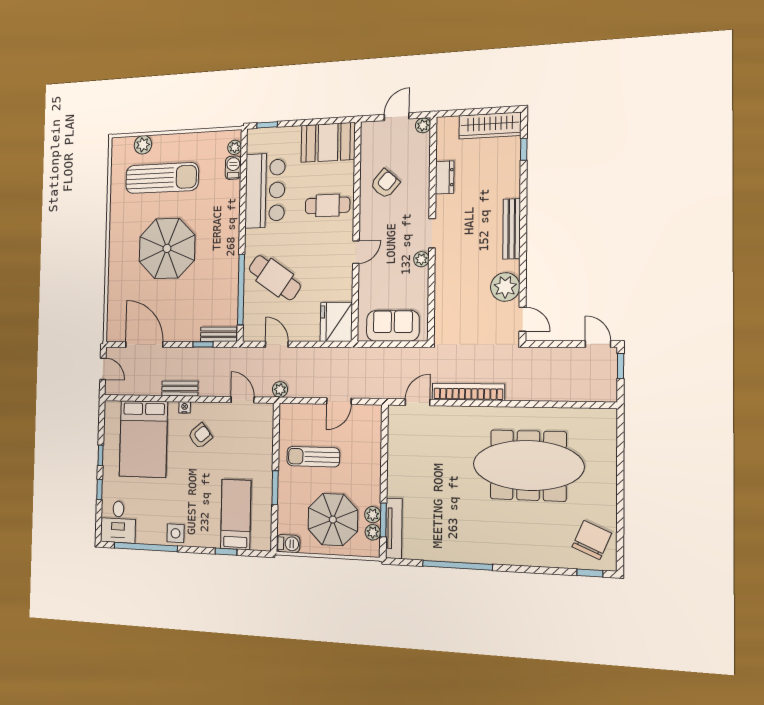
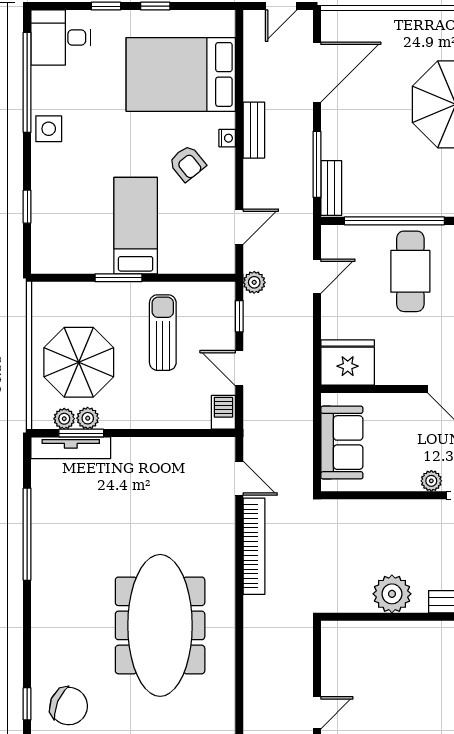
cafe table: (275, 278) -> (410, 271), turned -35
door: (522, 319) -> (349, 617), removed
window: (203, 344) -> (317, 164), width x2.17
window: (303, 401) -> (239, 316), added
bed: (236, 514) -> (136, 226), moved, turned -90
barbecue: (288, 544) -> (223, 412), moved, turned 180

